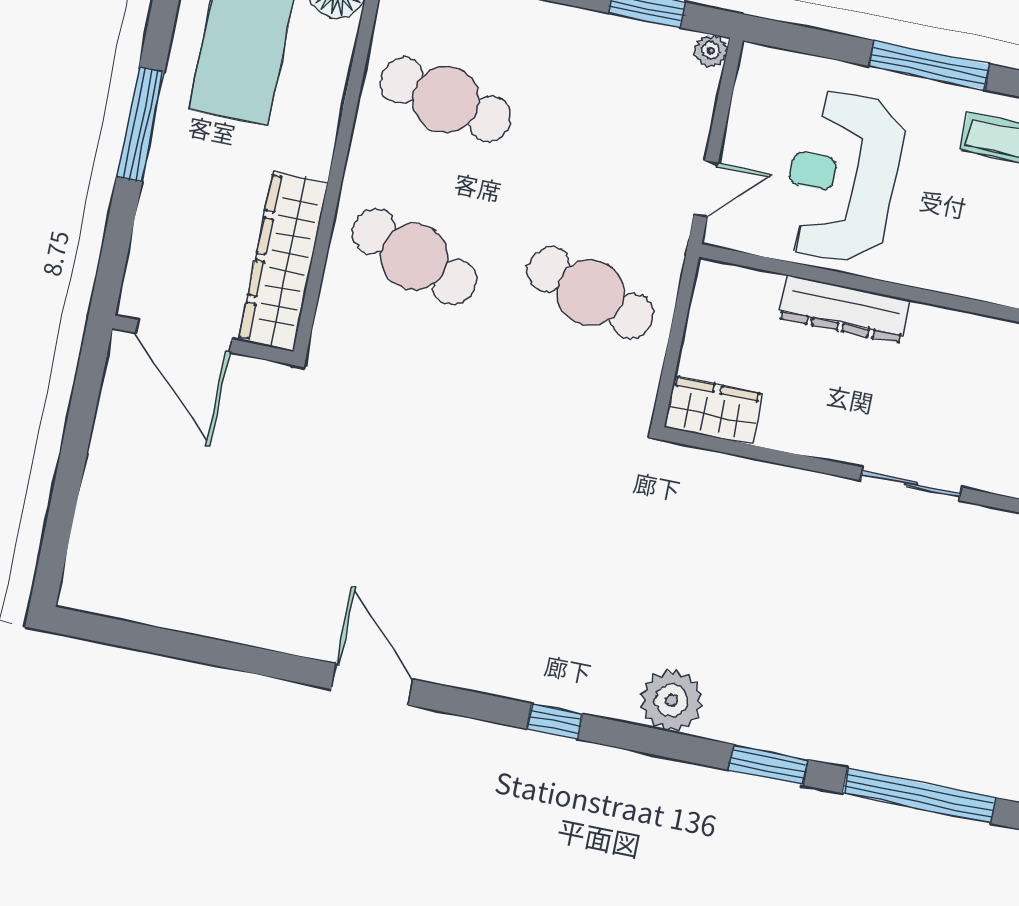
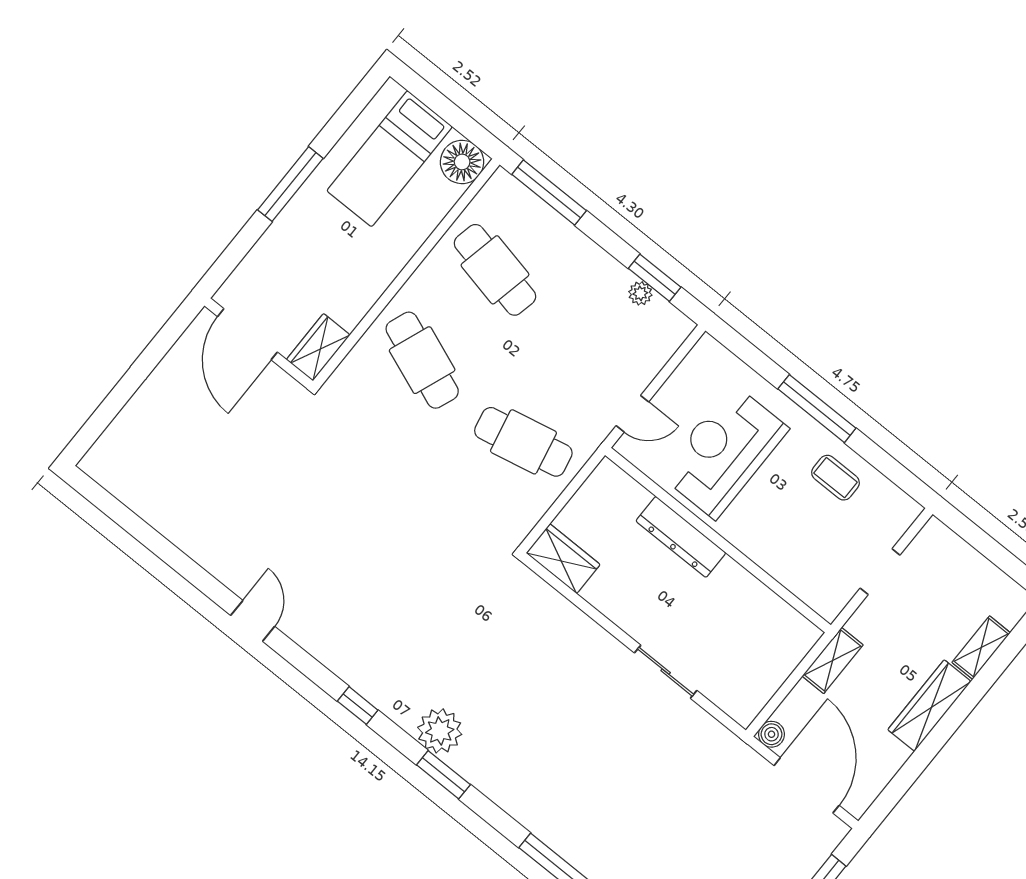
plant: (711, 51) -> (640, 293), moved
wardrobe: (283, 262) -> (318, 347), width x0.48, depth x0.85
cafe table: (590, 293) -> (523, 442), turned -30
door: (372, 684) -> (253, 621), width x0.73
window: (768, 765) -> (443, 775), moved

